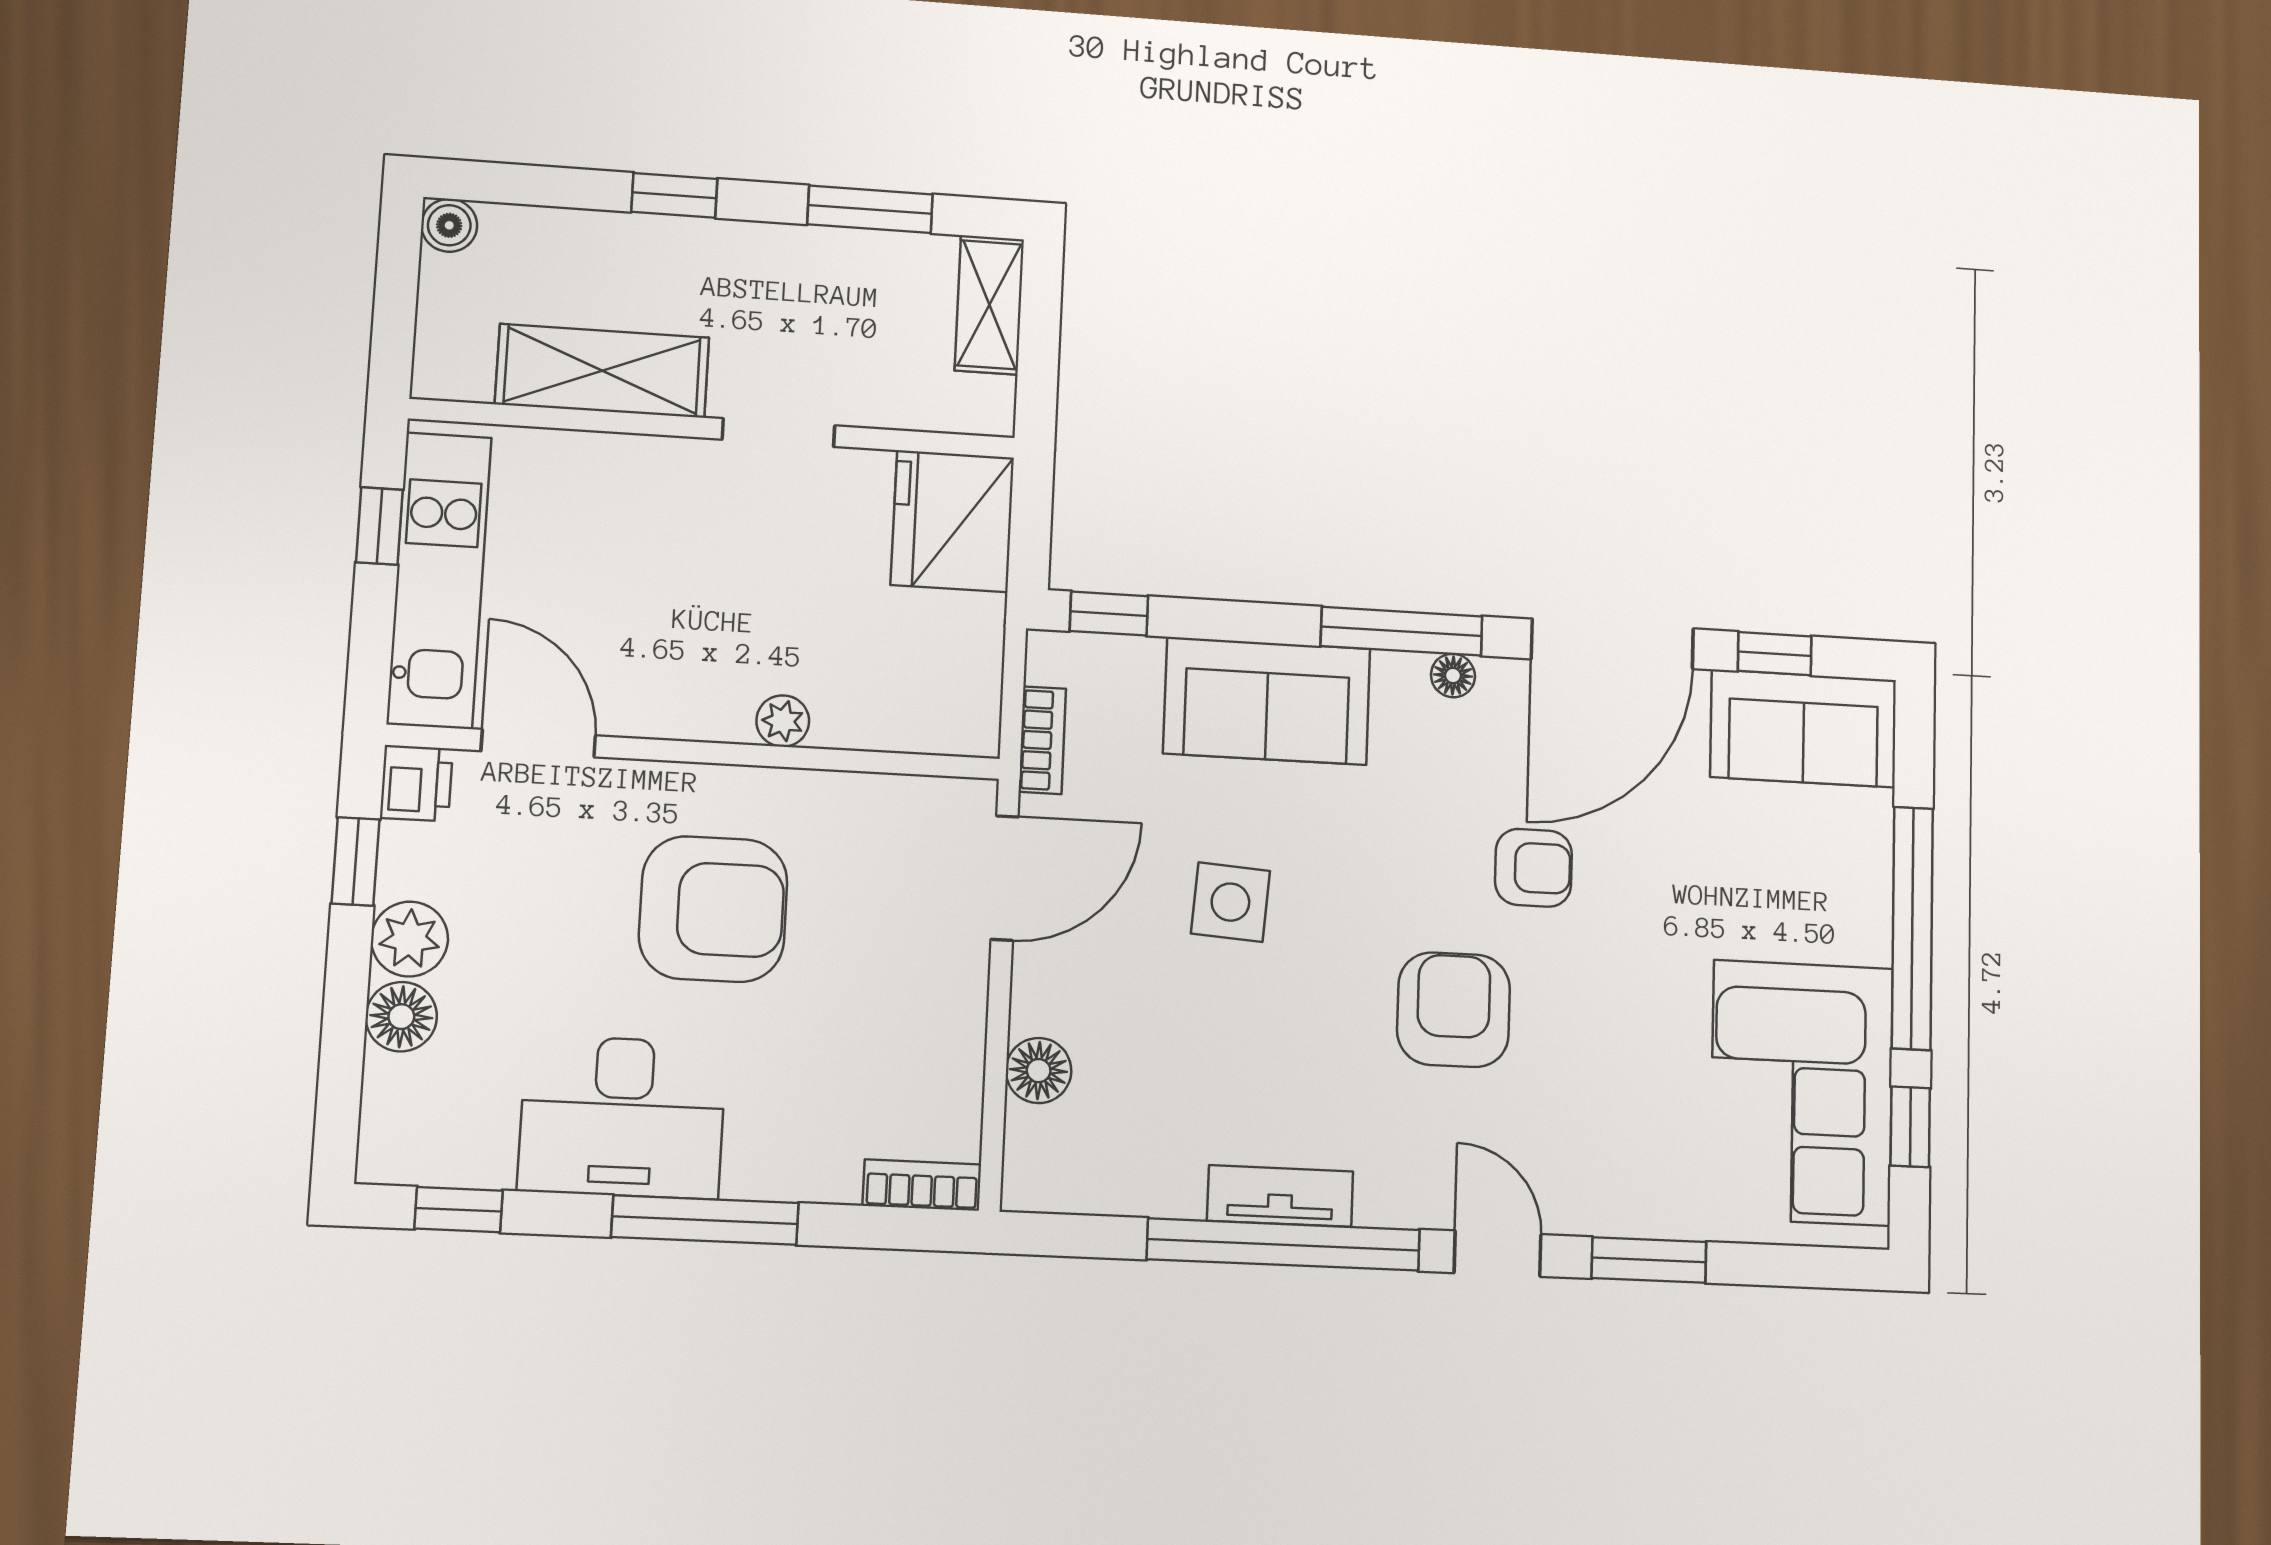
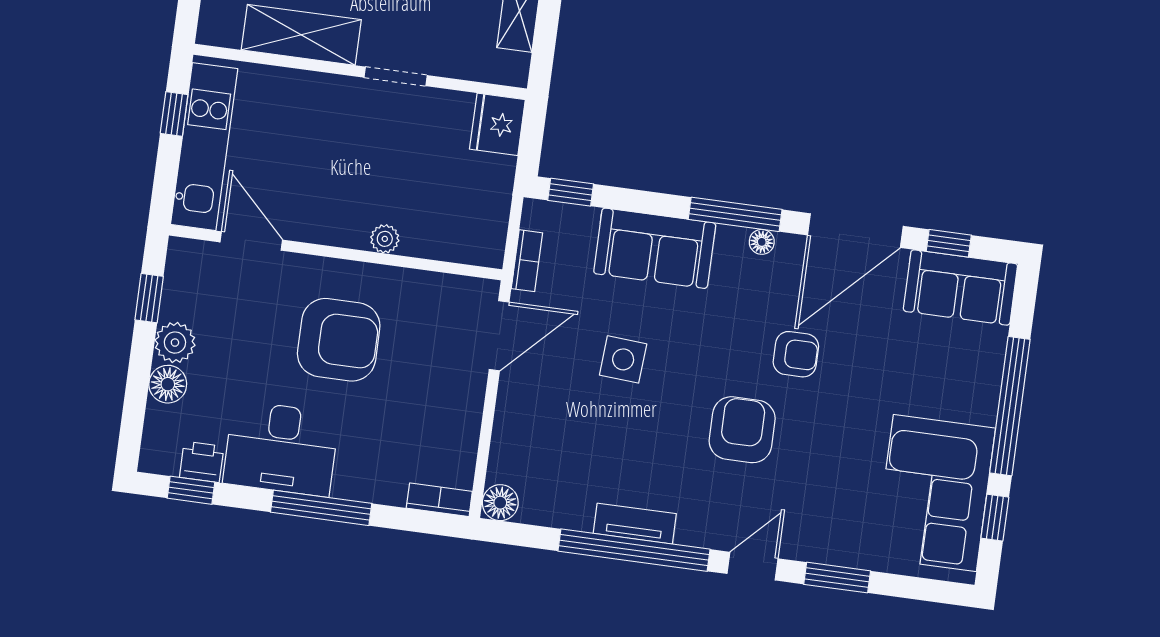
fridge: (952, 521) -> (497, 124), width x0.73, depth x0.75
printer: (416, 783) -> (202, 462), moved, turned -90
floor lamp: (1039, 1071) -> (500, 503), moved
door: (1498, 1254) -> (752, 566), hinge flipped

